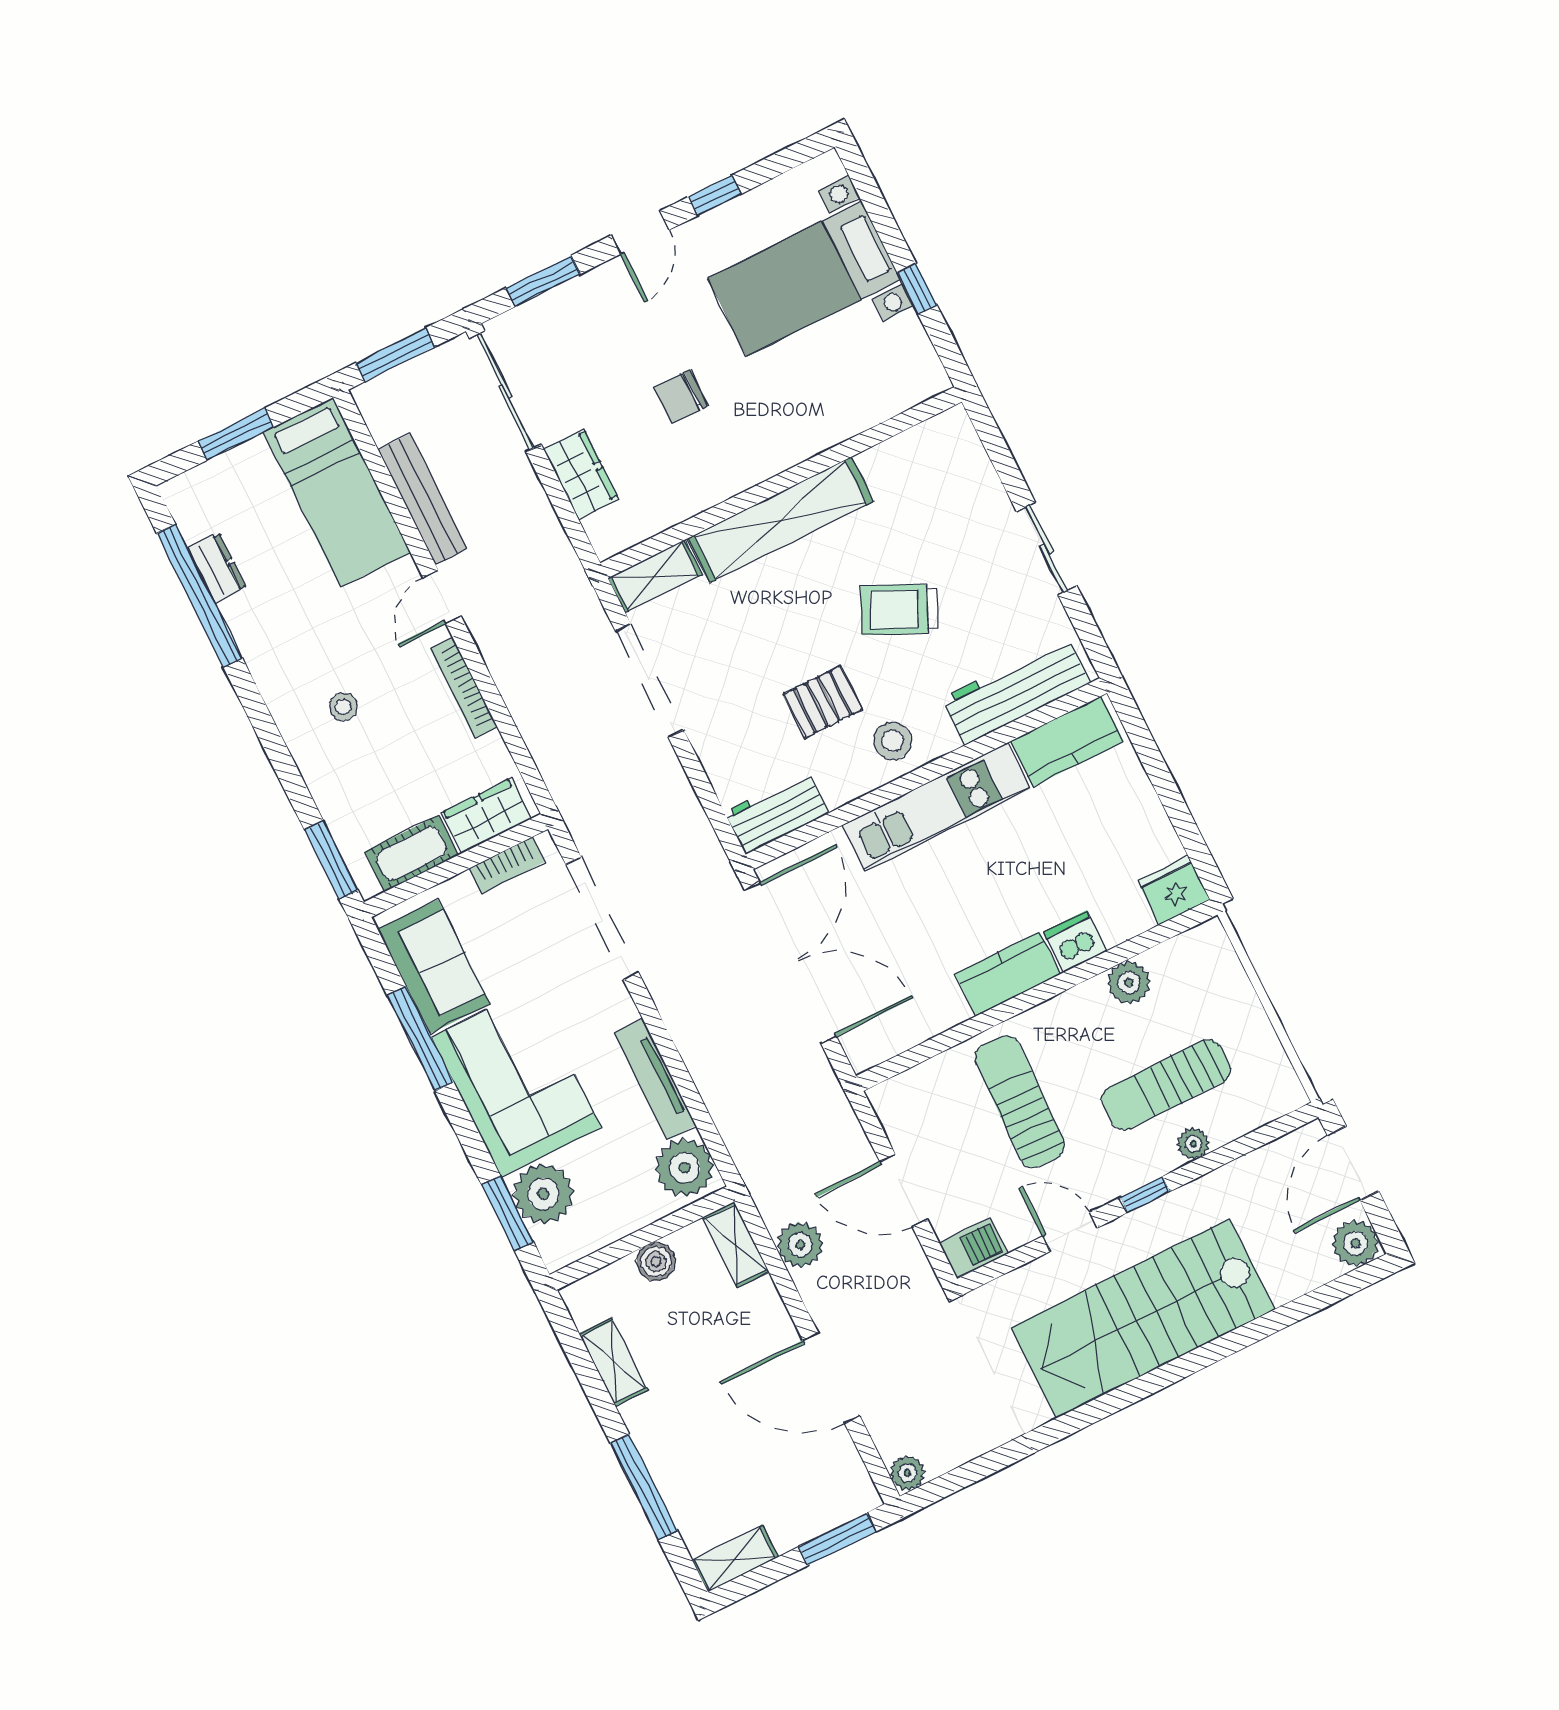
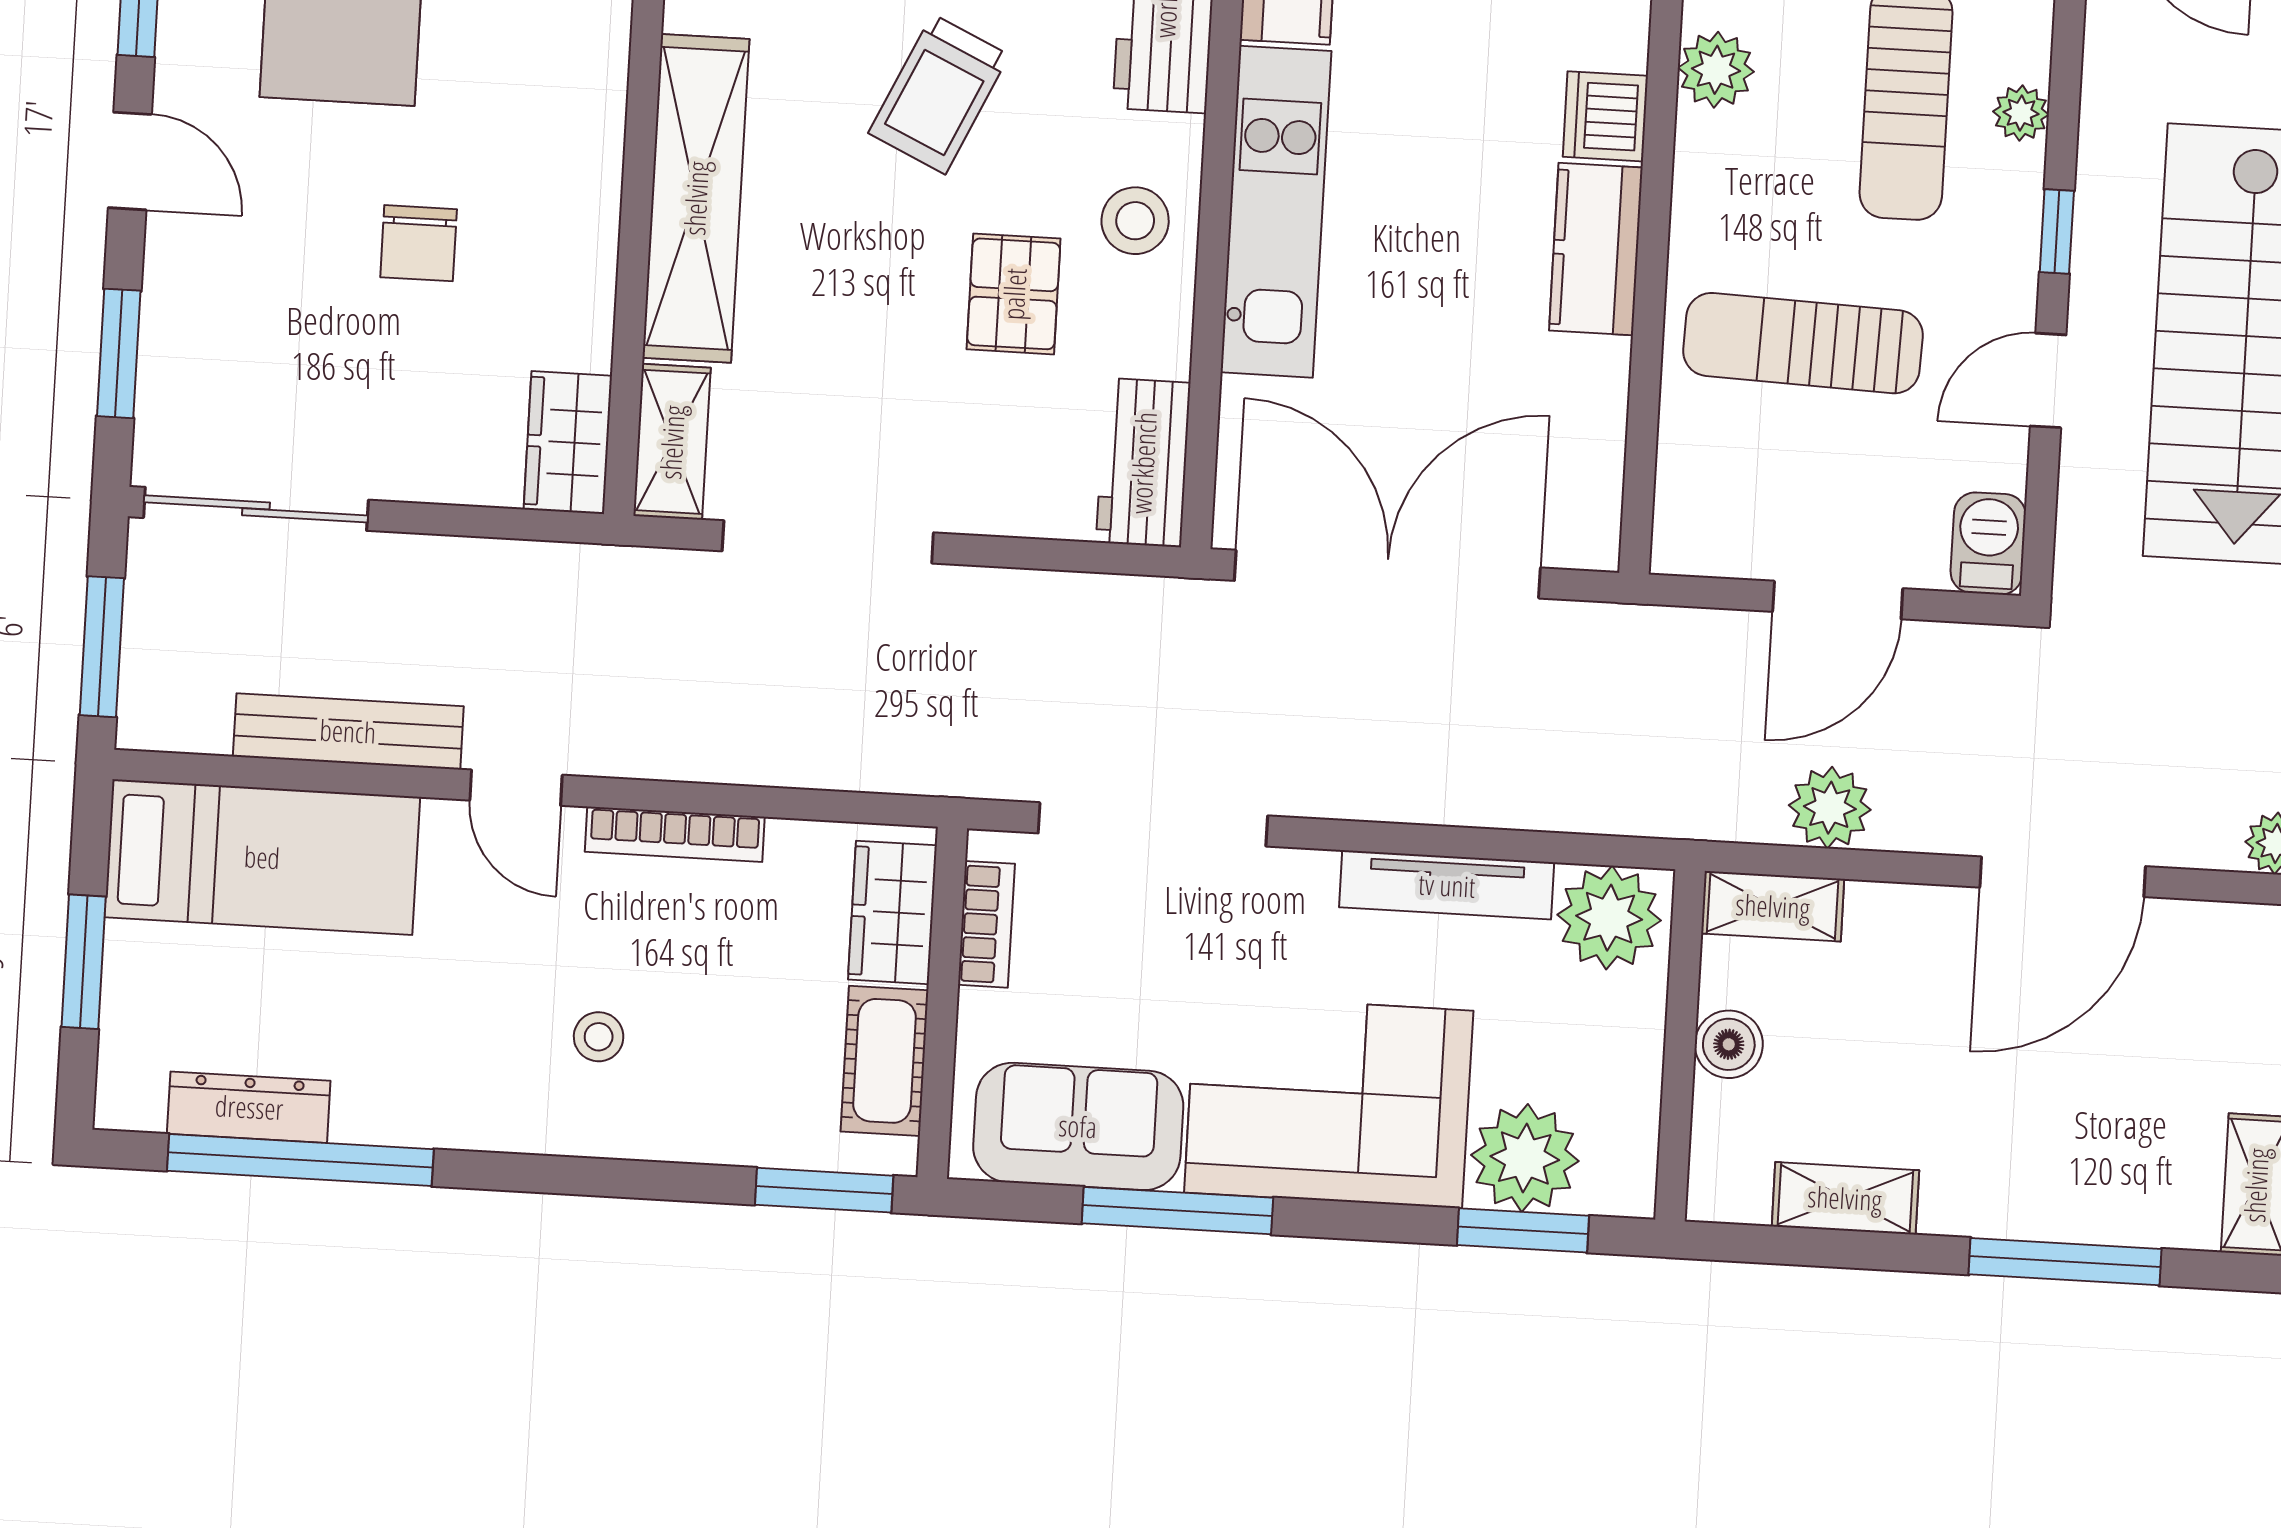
wardrobe: (581, 474) -> (568, 443), moved, turned -90
dresser: (217, 568) -> (249, 1107), width x1.44

